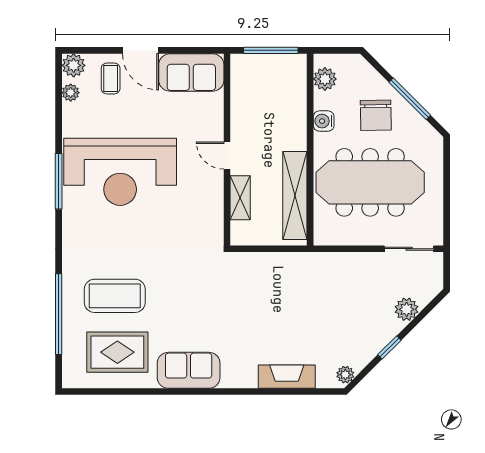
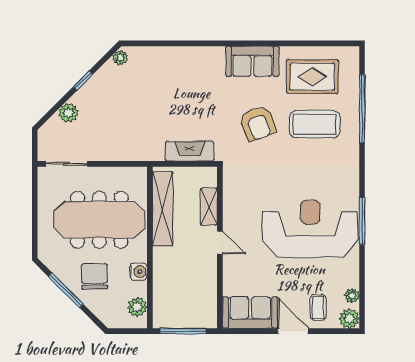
armchair: (182, 297) -> (258, 123), added
fireplace: (287, 377) -> (190, 151), moved, turned 180

